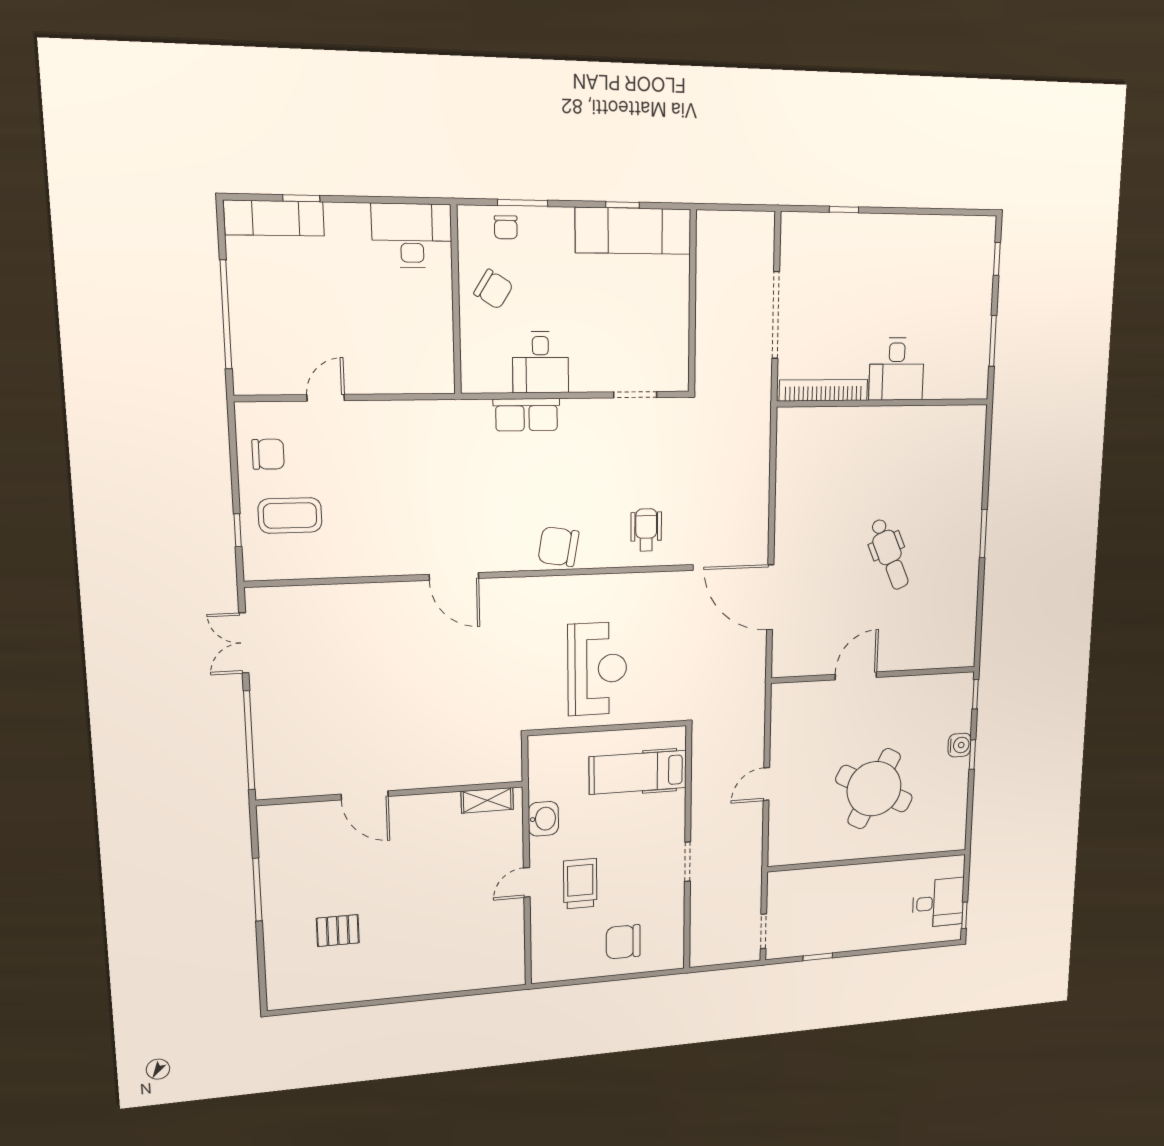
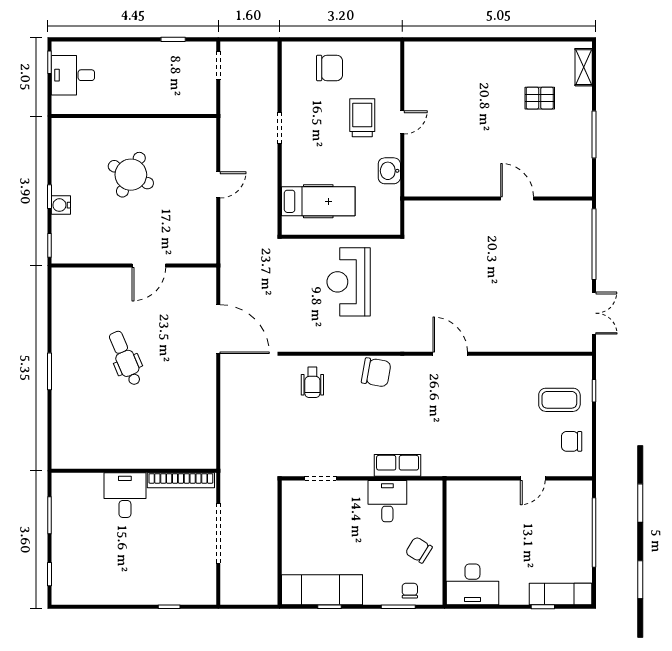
round table: (874, 789) -> (131, 175), width x0.73, depth x0.73
shelving: (487, 800) -> (584, 67), moved, turned 90
trolley: (580, 884) -> (362, 118), turned 180

